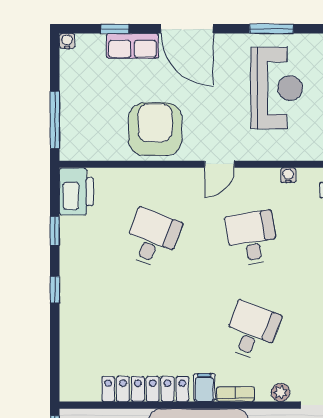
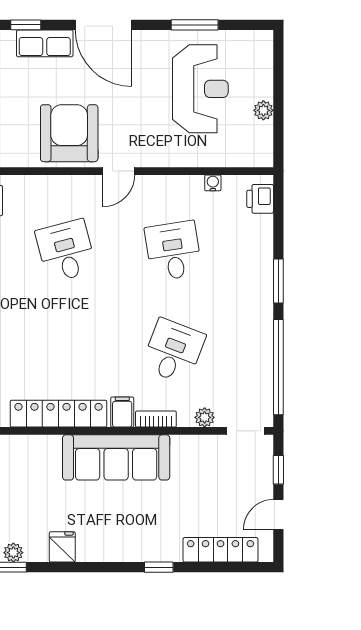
door: (219, 164) -> (118, 171), moved
desk: (152, 238) -> (66, 251), turned -36

